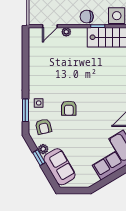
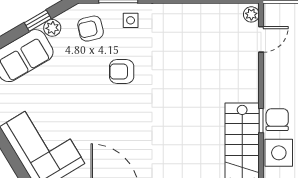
chair: (87, 17) -> (277, 120), moved
door: (50, 26) -> (261, 39), swing flipped
plant: (66, 32) -> (251, 14), moved

